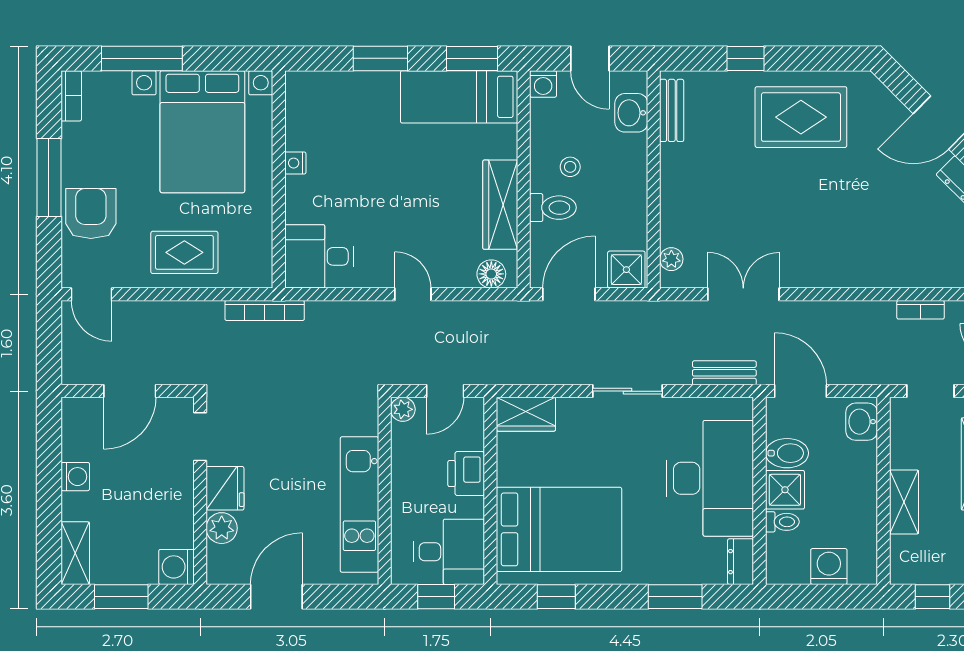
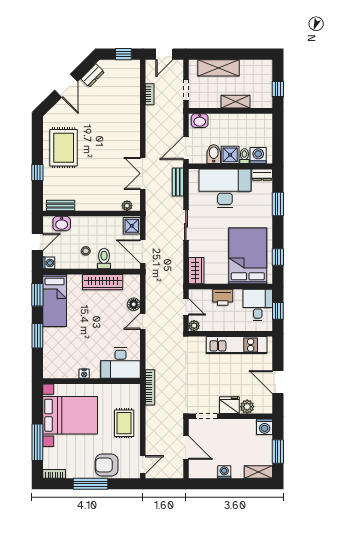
desk: (319, 256) -> (121, 363), width x1.37
floor lamp: (491, 274) -> (134, 304), moved
washing machine: (829, 567) -> (258, 155), moved, turned 90

